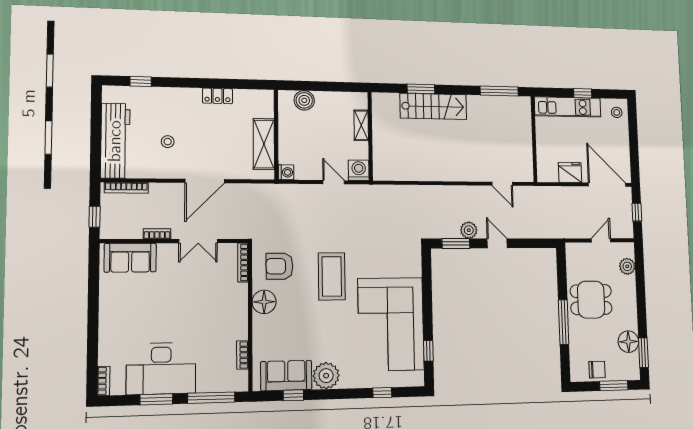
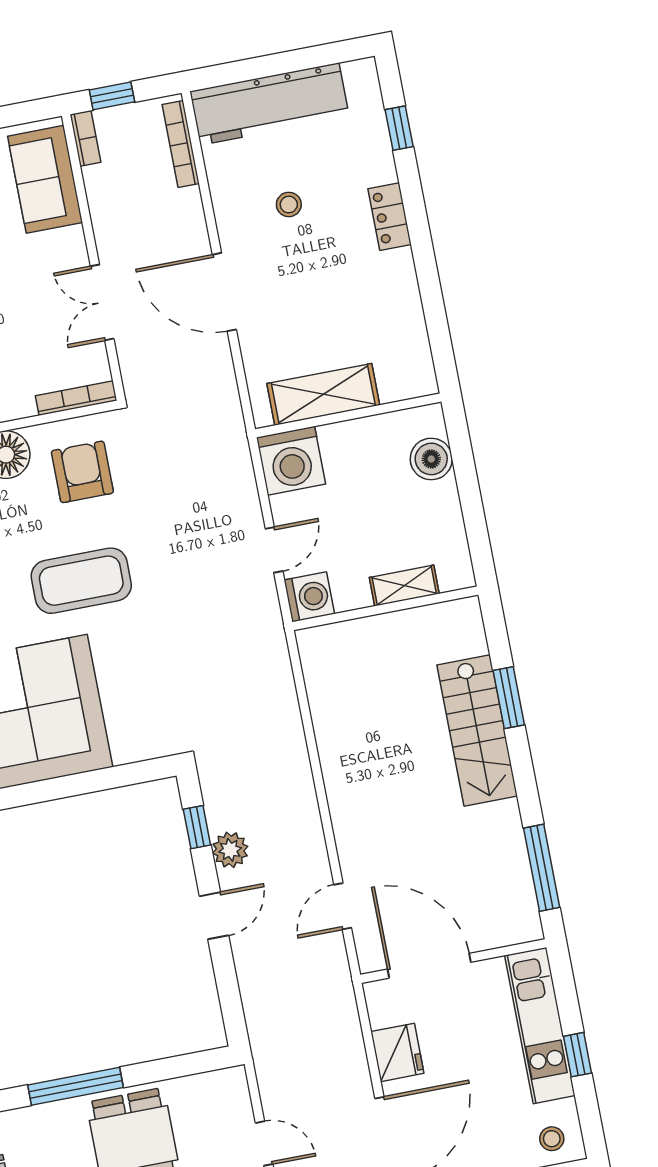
locker: (217, 96) -> (390, 217), moved
door: (534, 150) -> (429, 966), added
washing machine: (286, 172) -> (291, 461), width x1.89, depth x1.89
bookcase: (157, 234) -> (86, 138), moved
window: (456, 244) -> (197, 827), width x0.67

